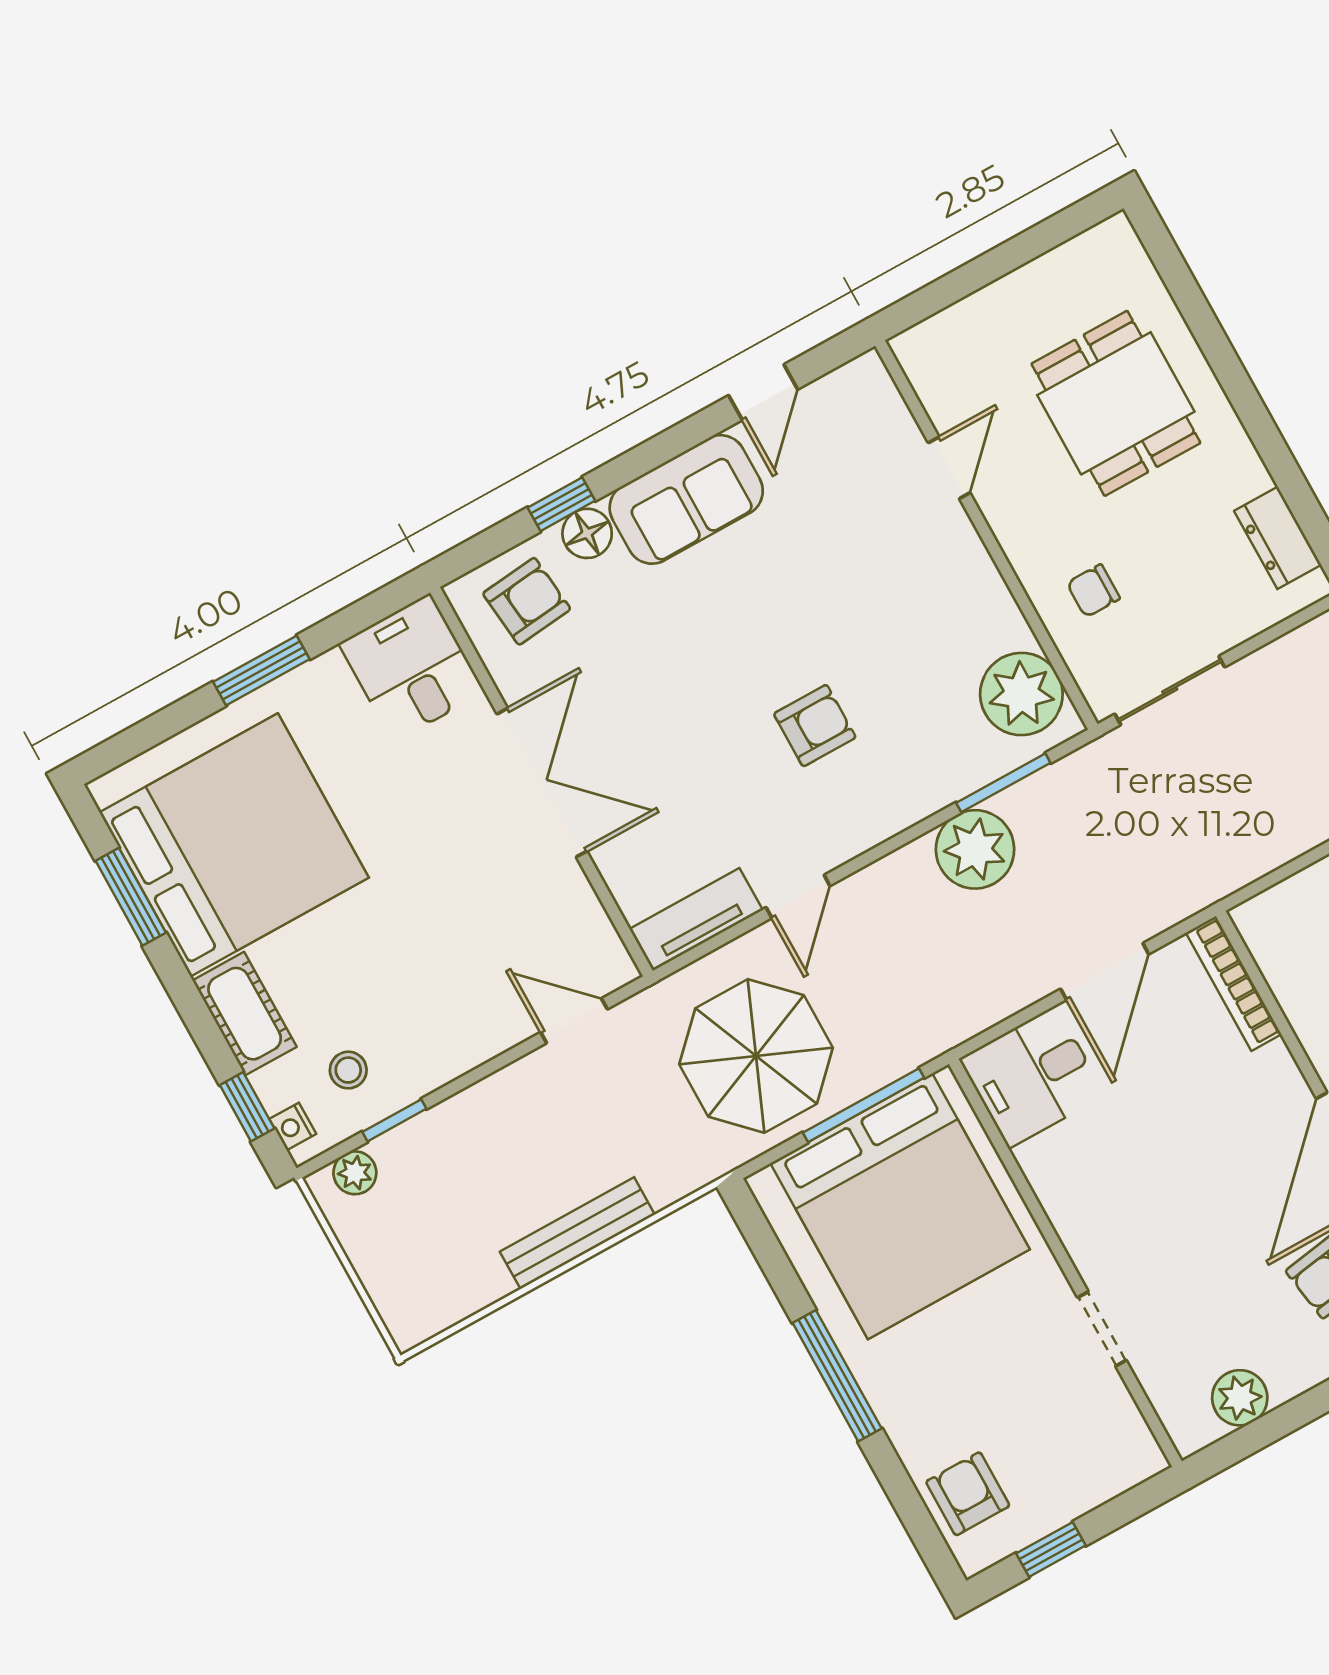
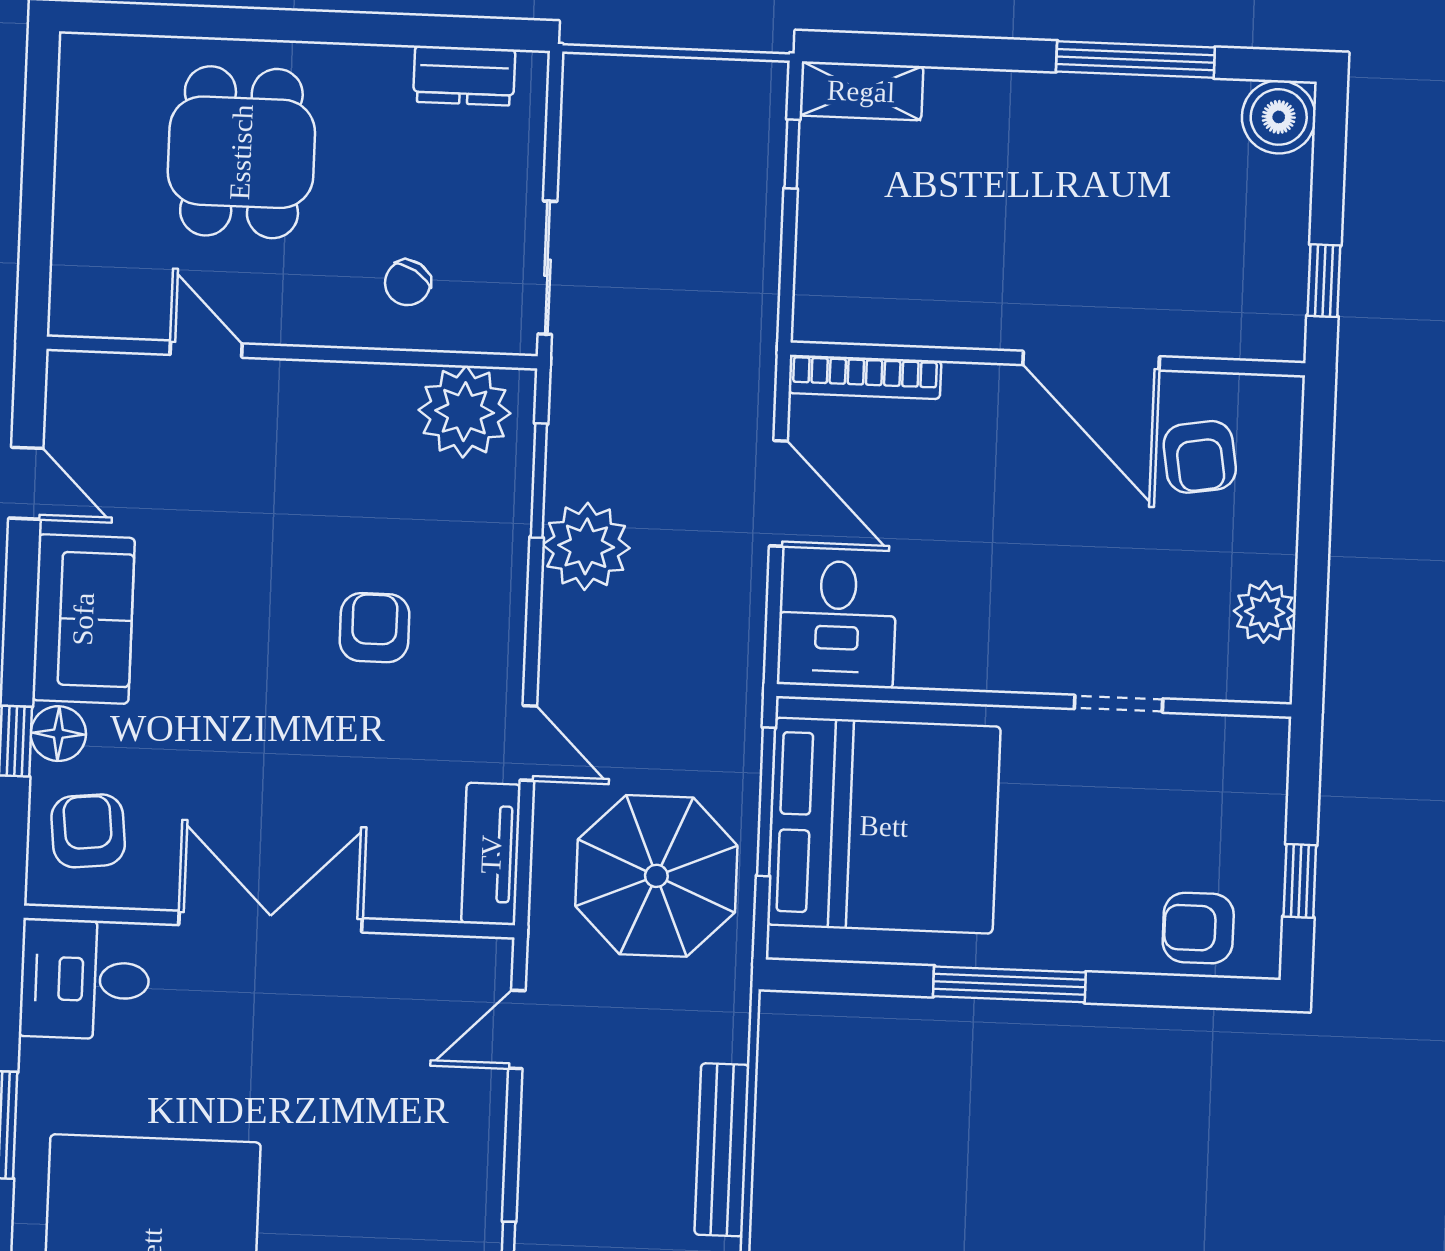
dining table: (1116, 403) -> (241, 152), turned 90
chair: (1093, 591) -> (408, 283), turned 32

